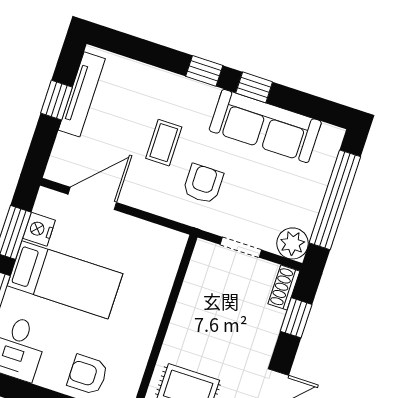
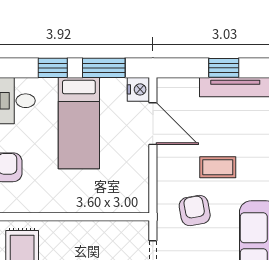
armchair: (203, 184) -> (195, 210), turned -100
nightstand: (39, 229) -> (138, 89), moved, turned 90

